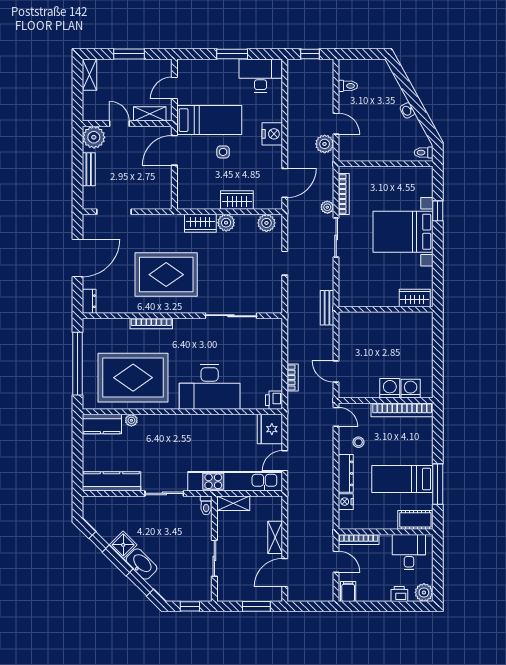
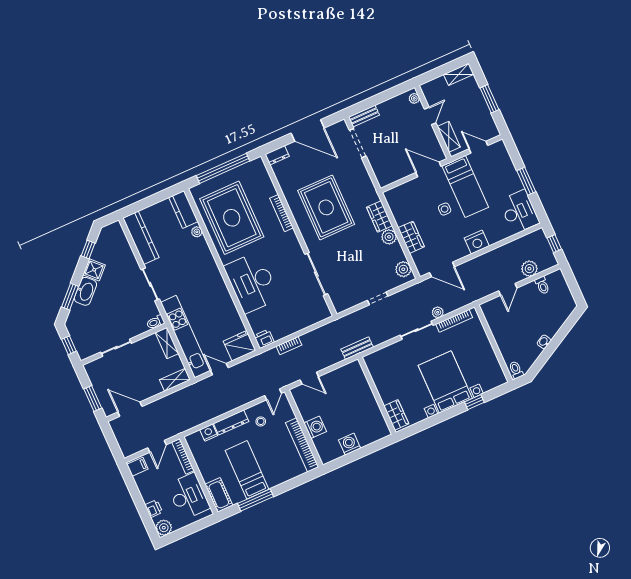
plant: (94, 137) -> (414, 98), width x0.53, depth x0.53
plant: (325, 144) -> (529, 269), moved
bench: (89, 169) -> (364, 116), moved
door: (336, 372) -> (309, 378), swing flipped
washing machine: (411, 389) -> (350, 444), moved, turned -90
shelving: (275, 537) -> (175, 380), moved
desk: (409, 552) -> (189, 496), width x1.37

